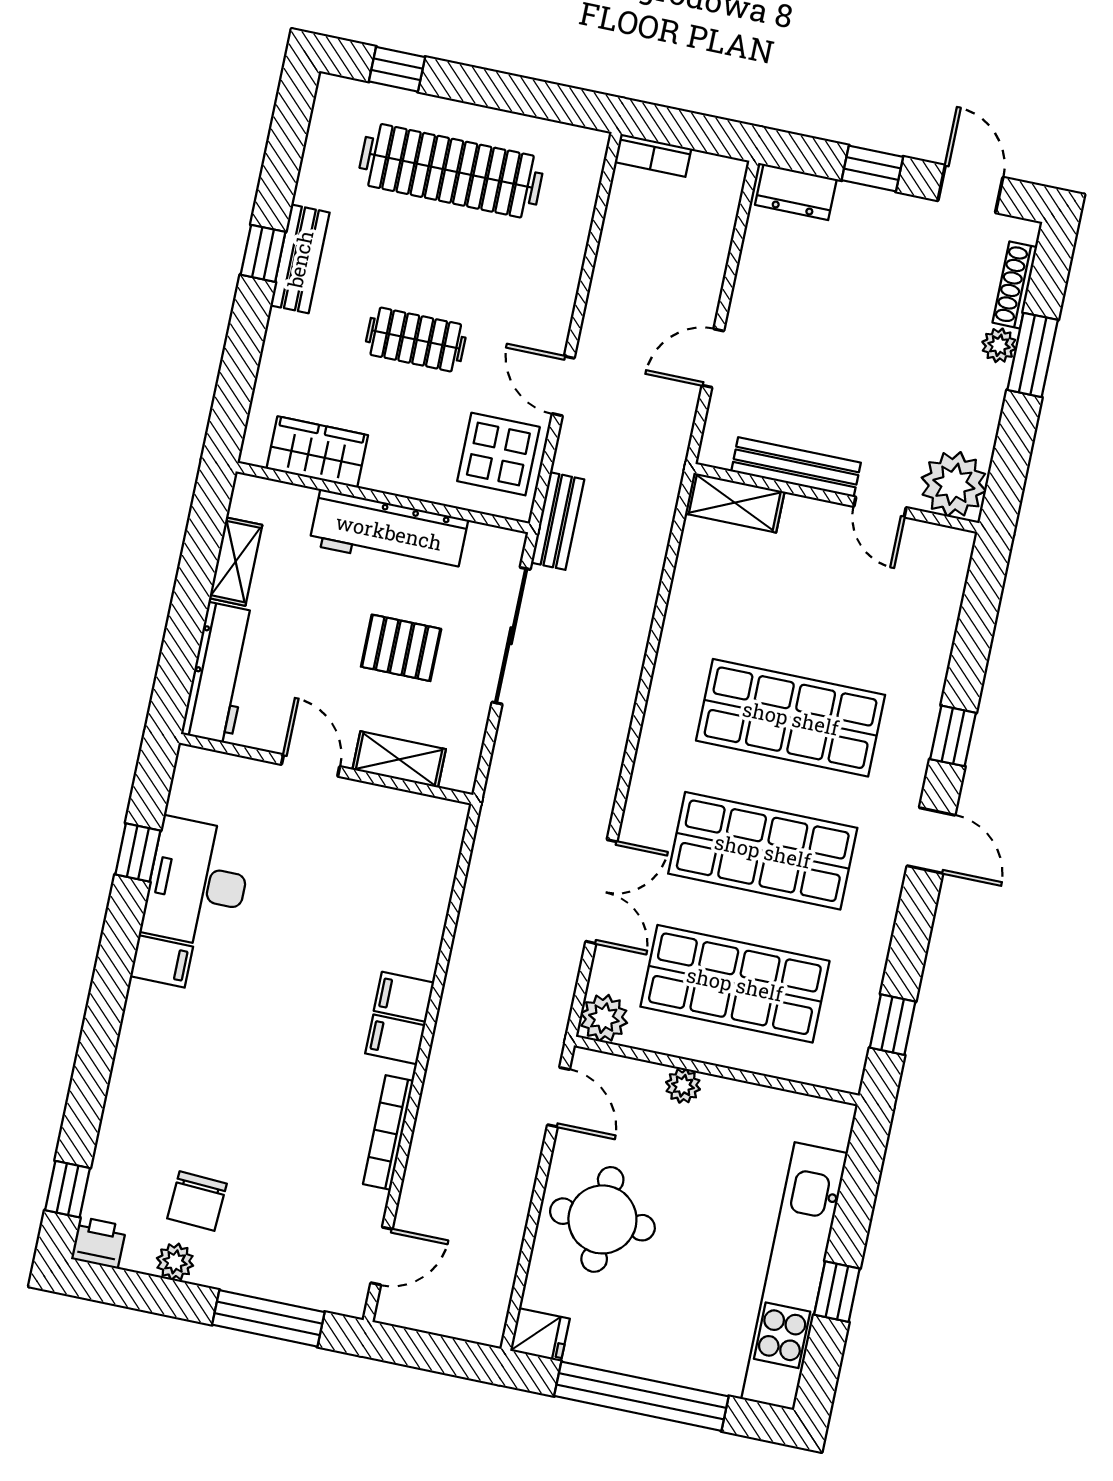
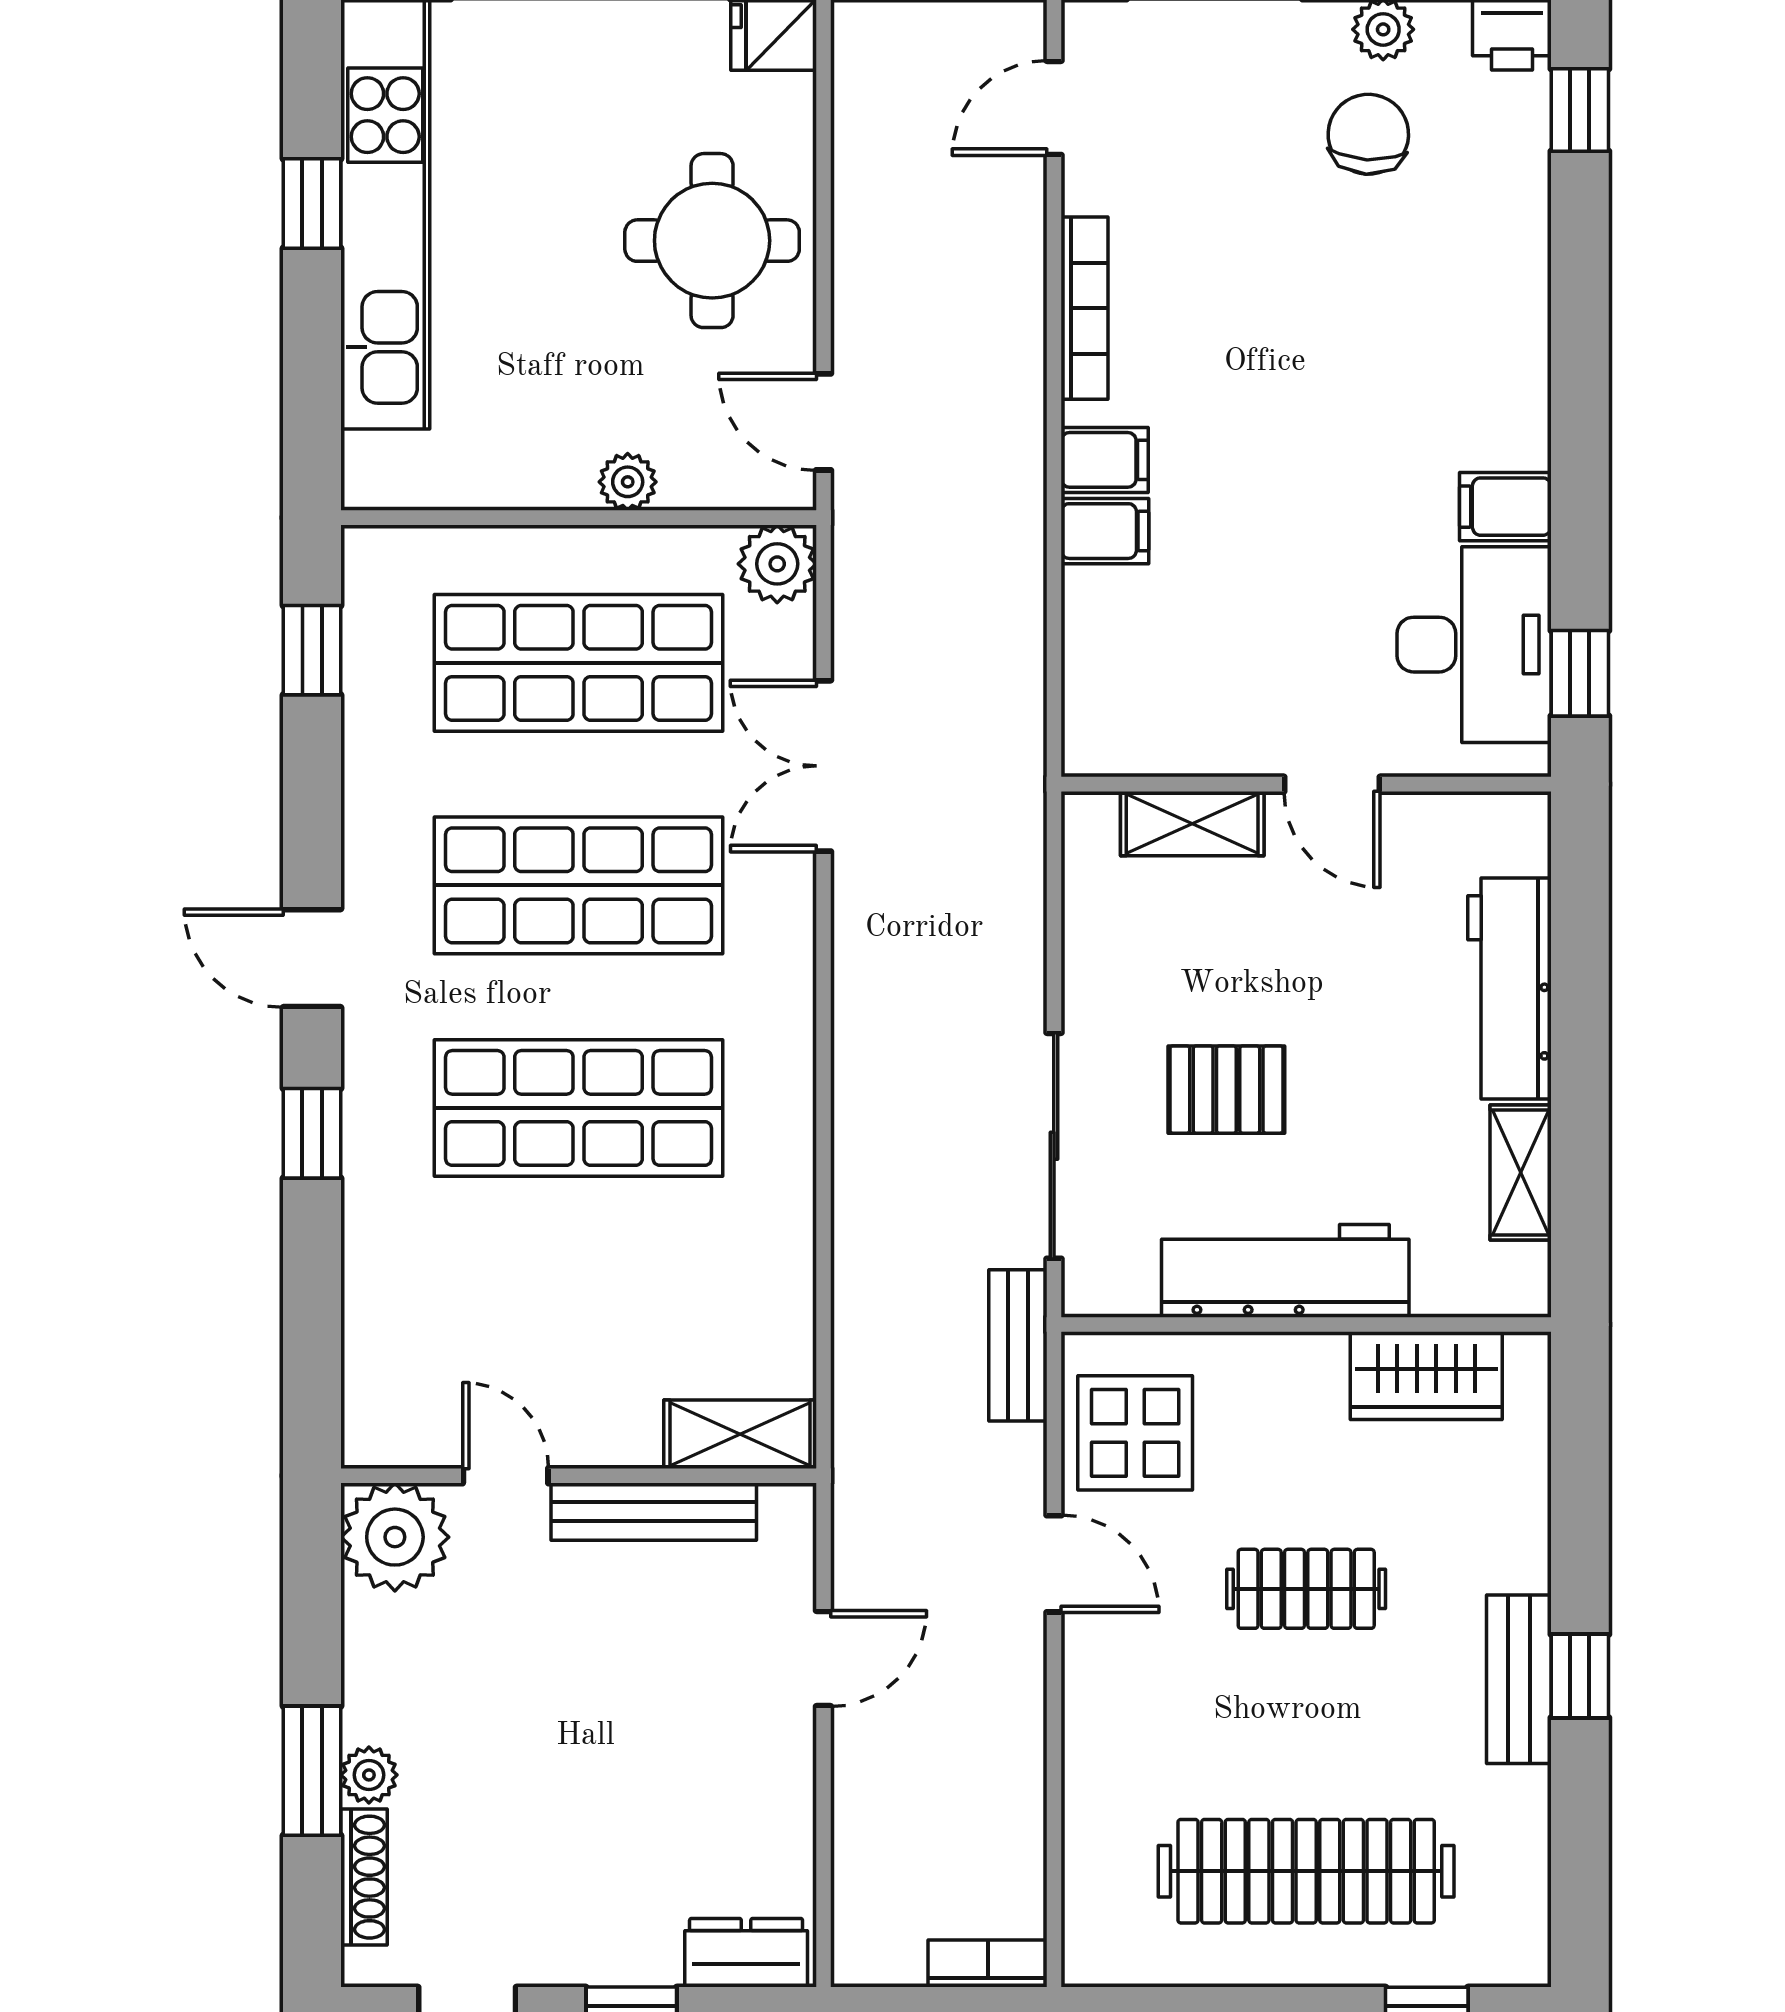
shelving: (399, 759) -> (1192, 824), moved
door: (311, 766) -> (1332, 784), moved
wall: (326, 769) -> (1306, 784), moved

